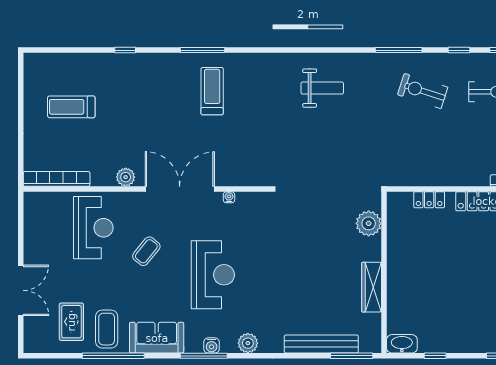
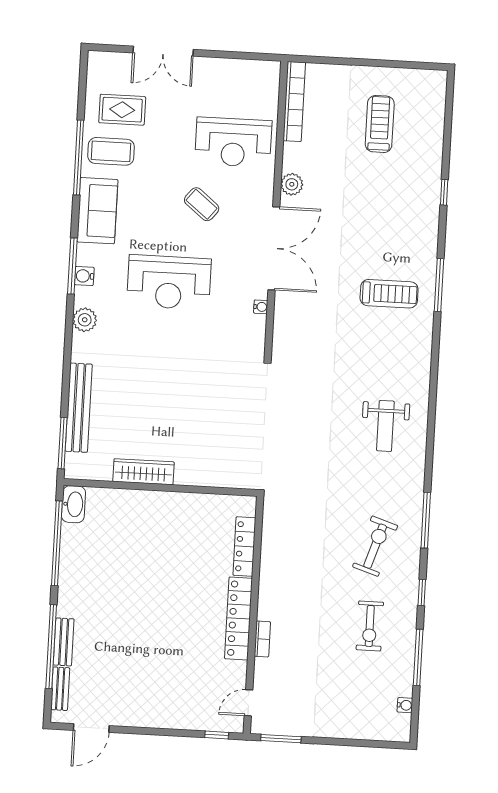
locker: (429, 200) -> (244, 547), width x1.53
plant: (369, 223) -> (220, 472), removed
window: (435, 356) -> (57, 543), width x3.17

